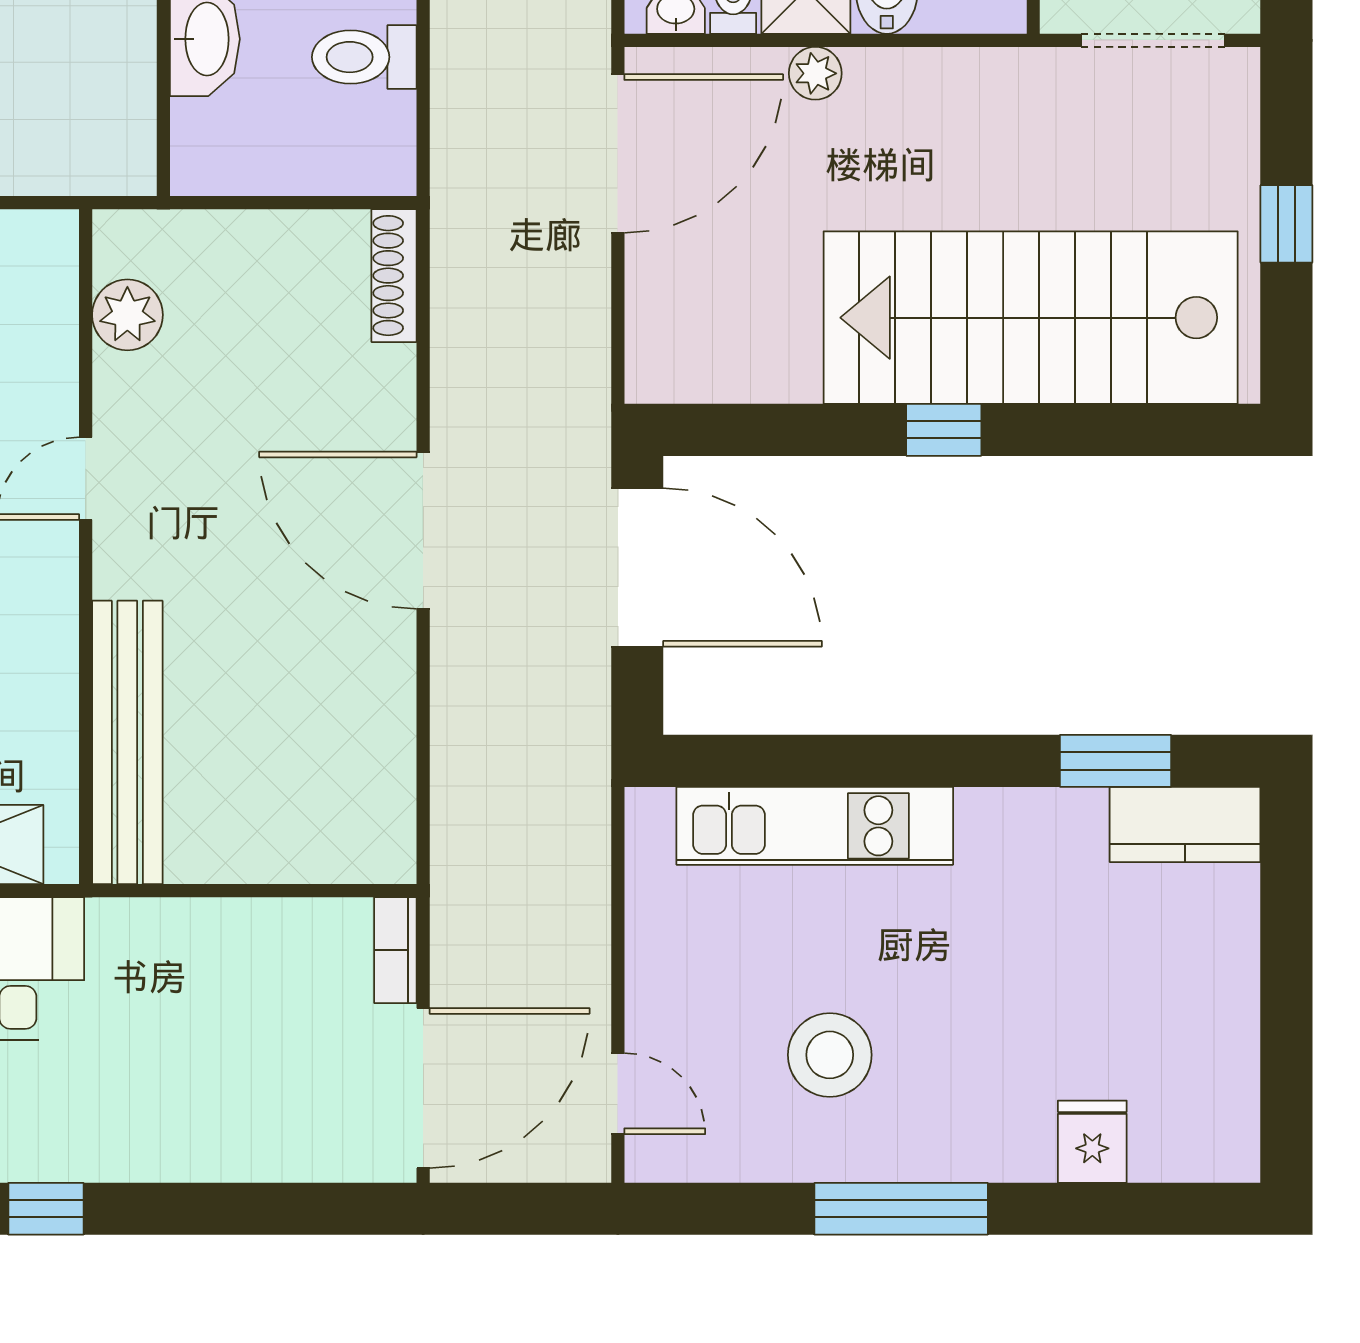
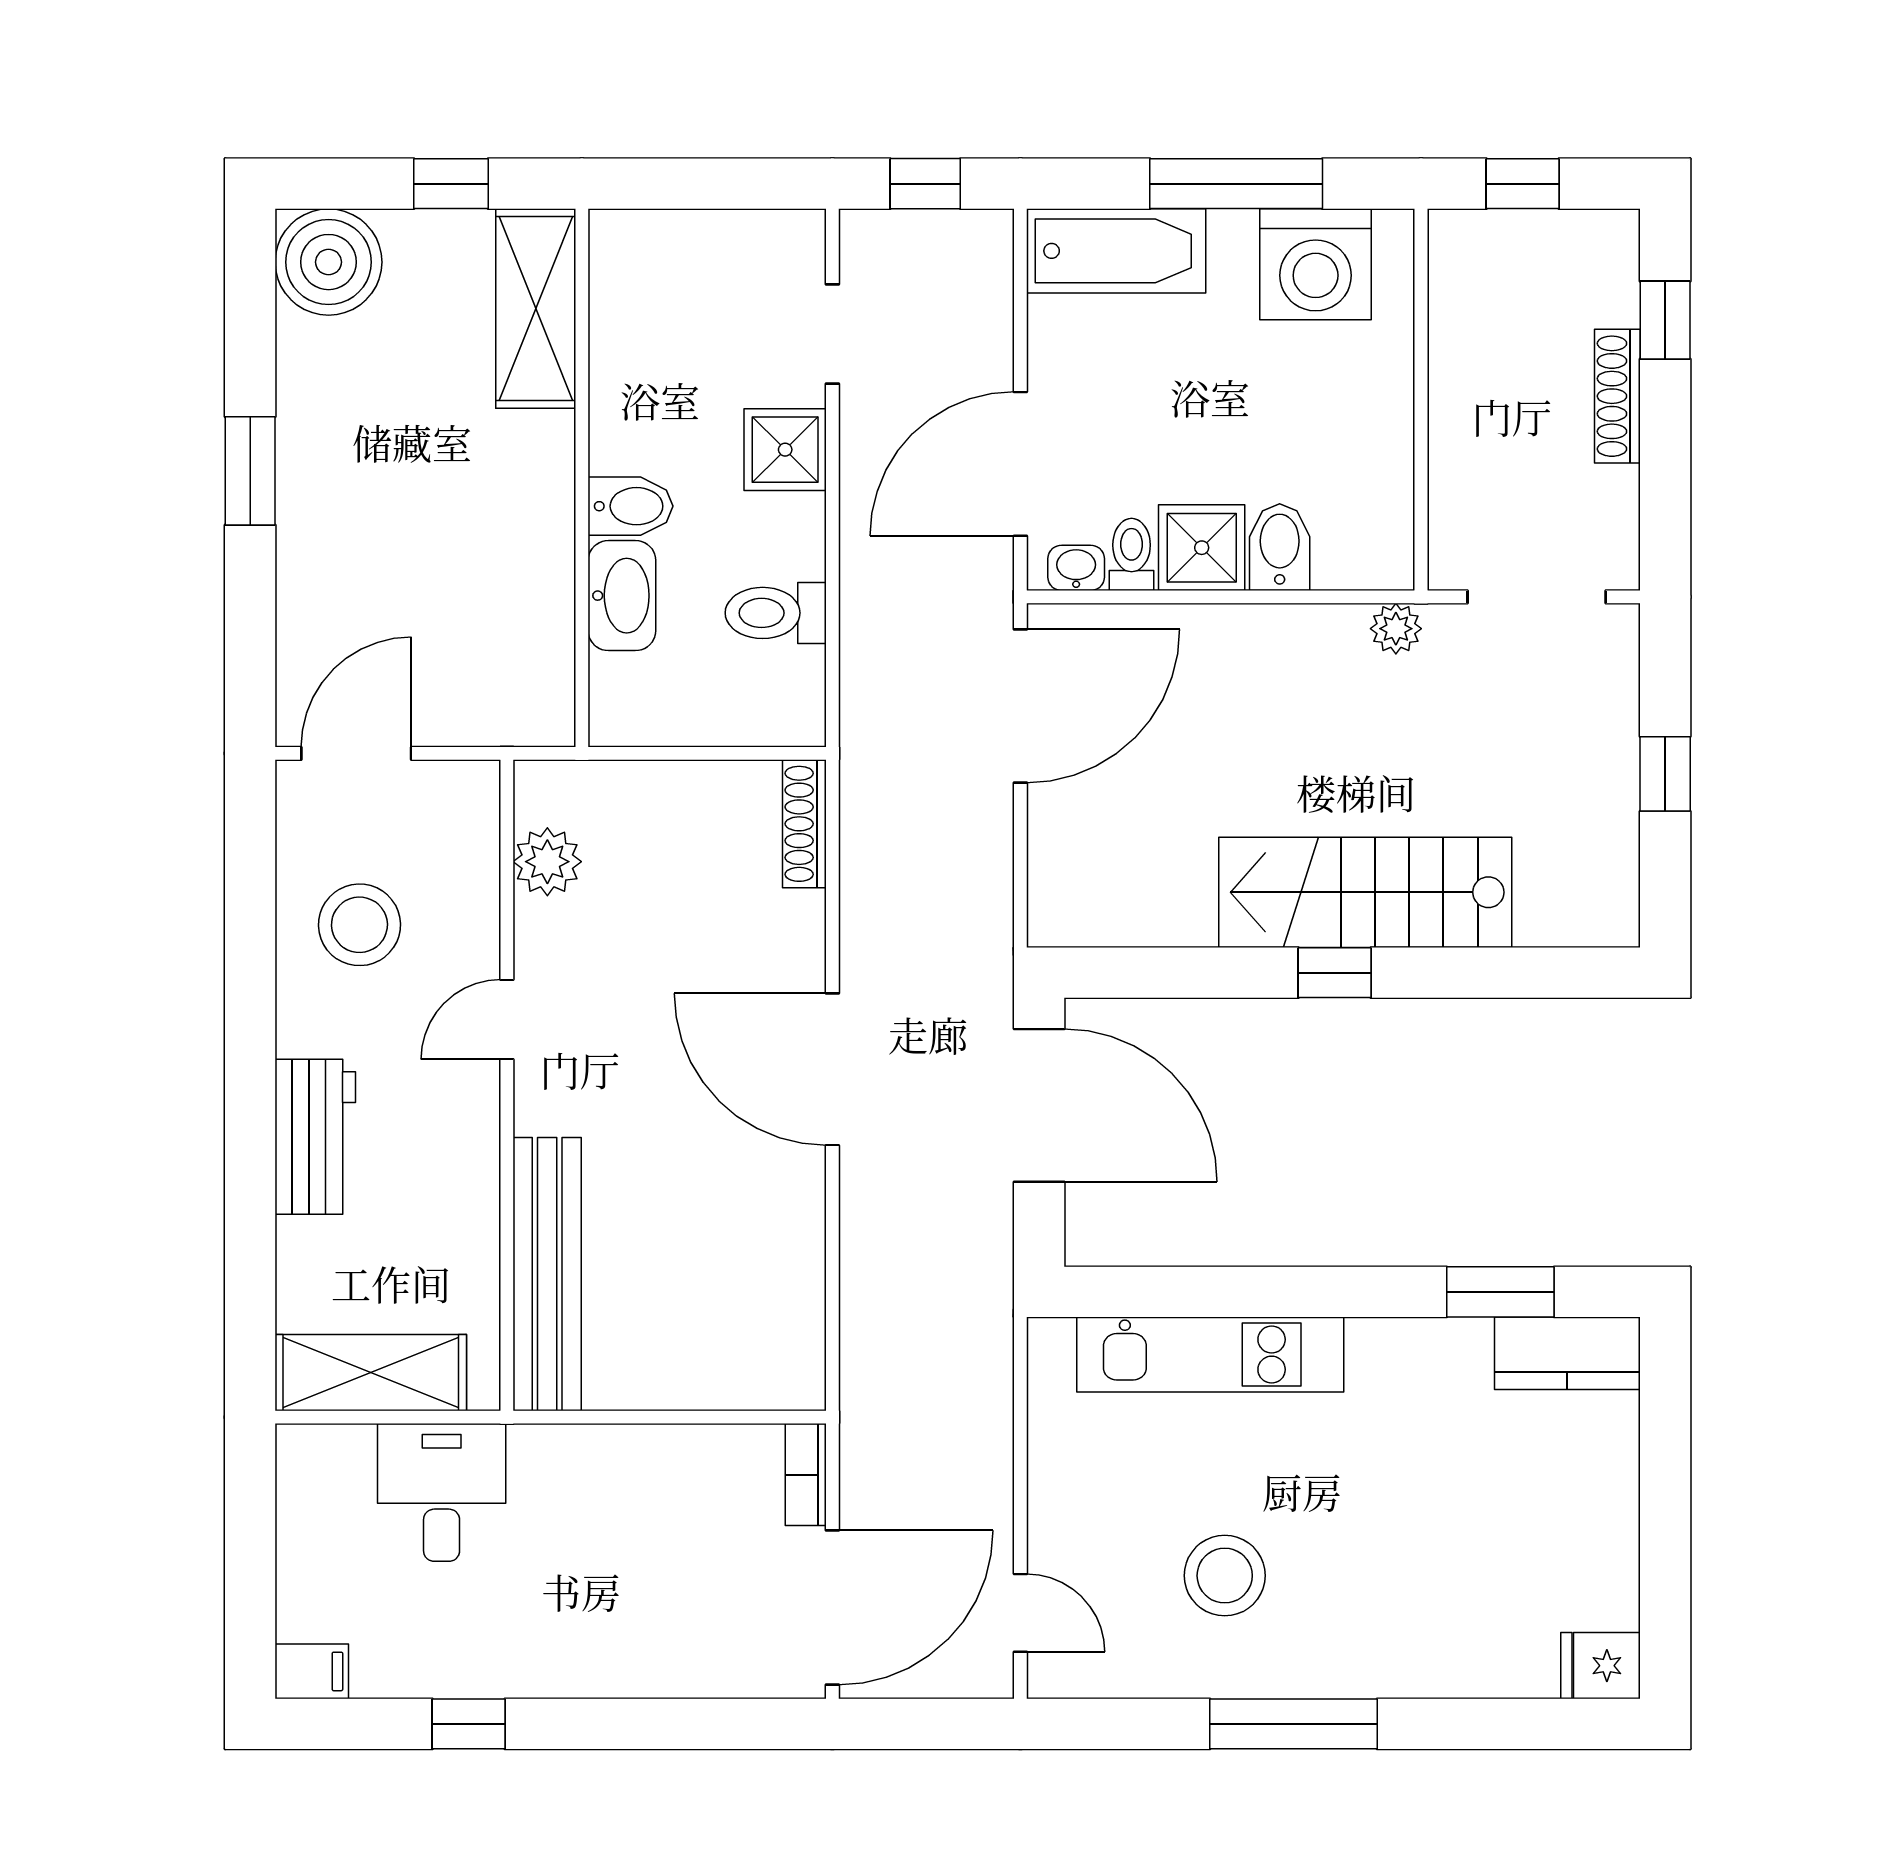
plant: (815, 73) -> (1396, 629), moved
stairs: (1031, 318) -> (1365, 892), width x0.73, depth x0.66
fridge: (1092, 1142) -> (1601, 1666), moved, turned -90

